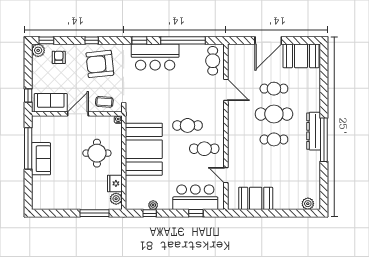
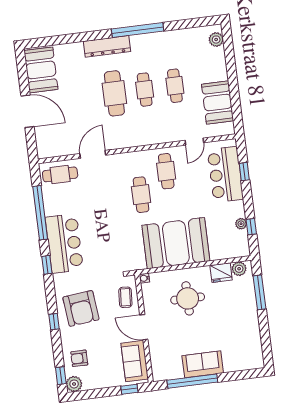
cafe table: (274, 89) -> (175, 86), moved
dresser: (314, 131) -> (107, 46), moved

